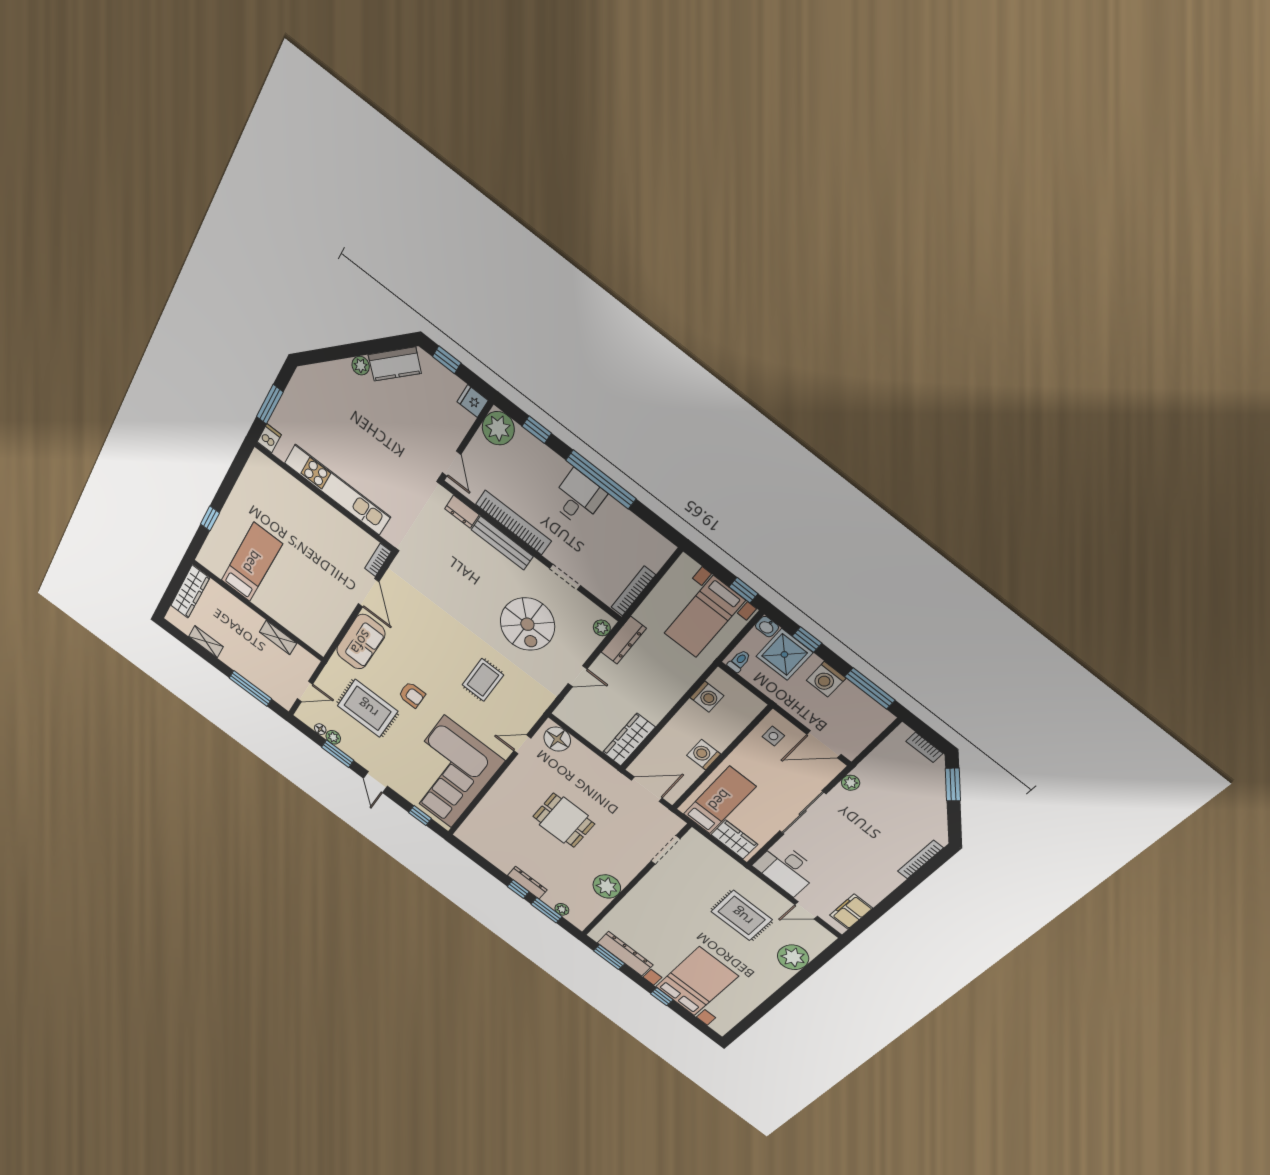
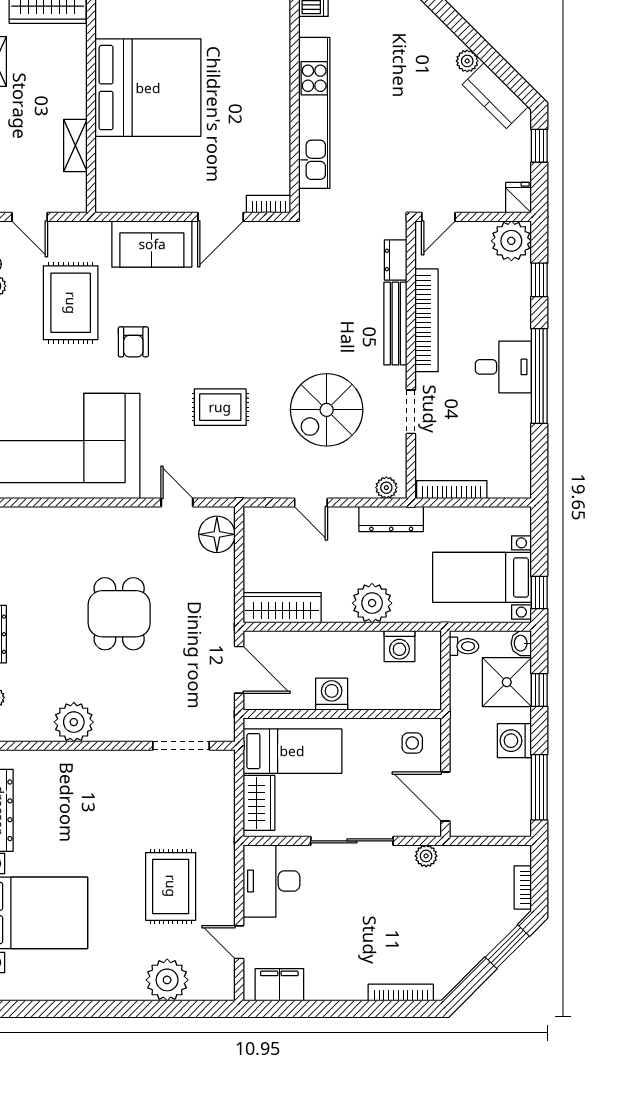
bed: (252, 562) -> (148, 88), width x2.04
plant: (667, 691) -> (372, 603), added

